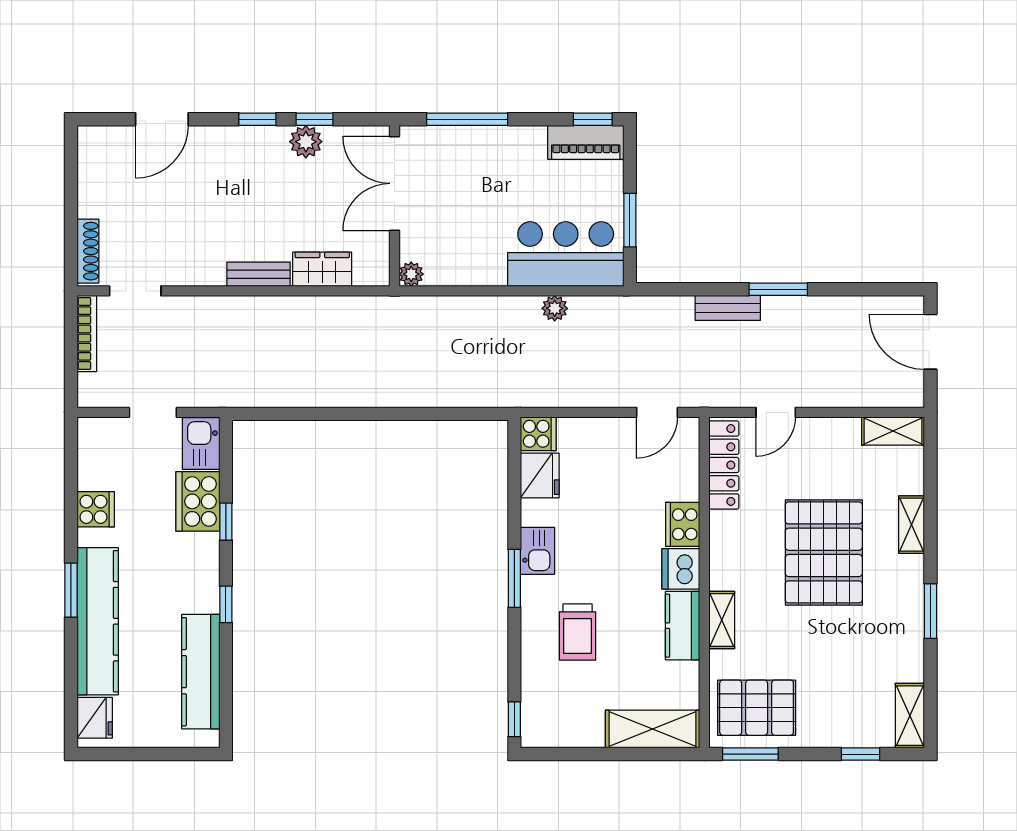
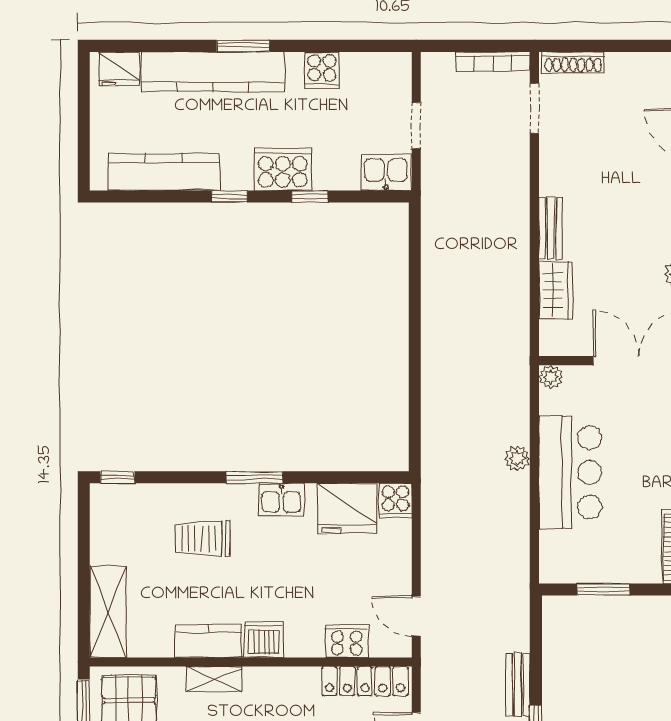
bar counter: (566, 254) -> (570, 472), moved
plant: (555, 308) -> (517, 459), moved
fridge: (540, 475) -> (347, 508), width x1.36, depth x1.34
cooker: (198, 501) -> (283, 169), moved
cooker: (683, 524) -> (347, 641), moved

